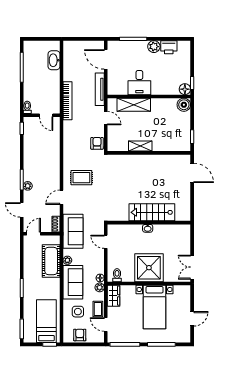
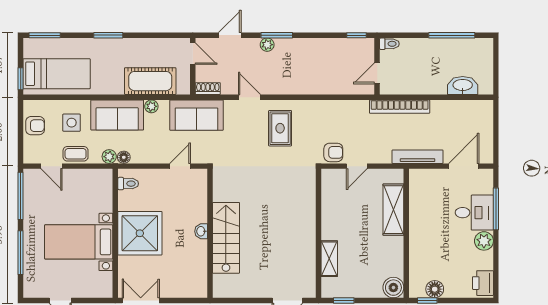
printer: (169, 47) -> (483, 283), moved
desk: (139, 83) -> (474, 213), moved, turned 180
floor lamp: (185, 89) -> (435, 289), moved
door: (106, 118) -> (357, 166), moved
shelving: (140, 146) -> (329, 259), moved
wardrobe: (114, 296) -> (96, 178), removed
door: (106, 324) -> (52, 166), swing flipped

